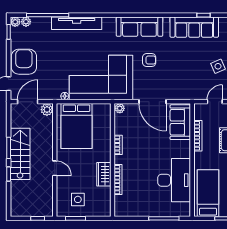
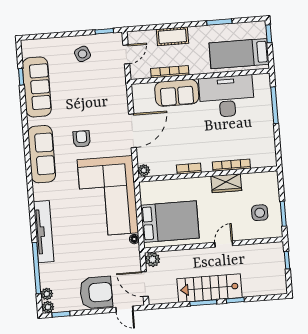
armchair: (24, 62) -> (96, 292), turned 180
door: (215, 102) -> (126, 54), swing flipped
sofa: (180, 122) -> (177, 93), moved

